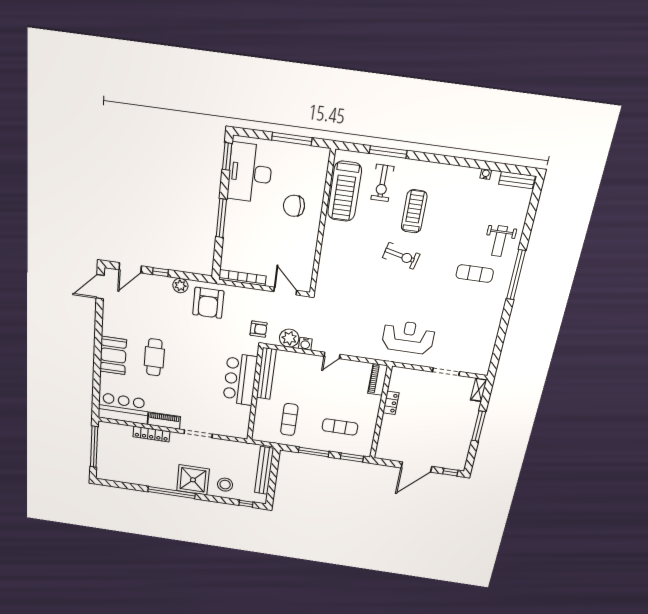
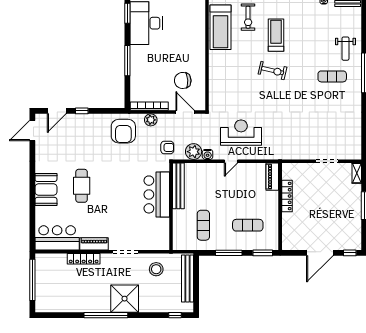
chair: (294, 206) -> (183, 80), moved
plant: (180, 286) -> (151, 120), moved
reception desk: (408, 337) -> (241, 133), moved
locker: (391, 403) -> (287, 196), width x1.53
stool: (225, 485) -> (156, 269), moved

